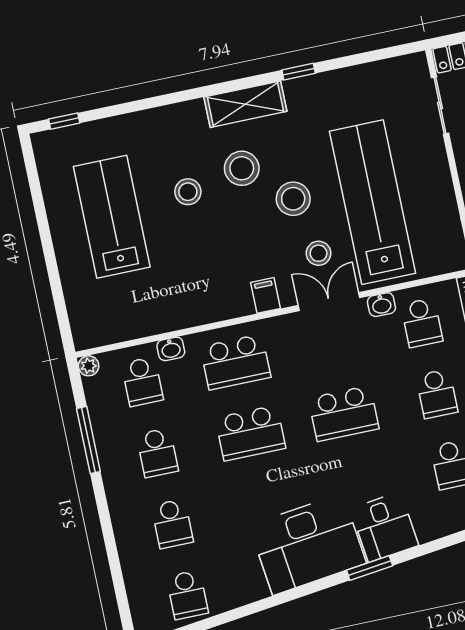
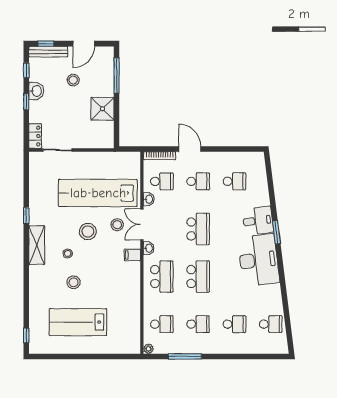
stool: (242, 168) -> (68, 253), width x0.53, depth x0.53
washbasin: (171, 349) -> (149, 248), moved

